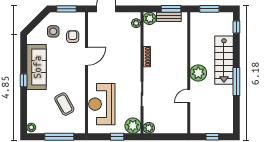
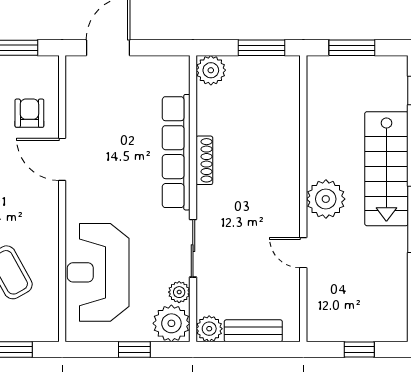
bench: (169, 17) -> (253, 331), moved
plant: (136, 23) -> (179, 292), moved
row of seats: (135, 53) -> (176, 152), added
door: (87, 56) -> (62, 159), swing flipped
door: (189, 96) -> (303, 253), hinge flipped

